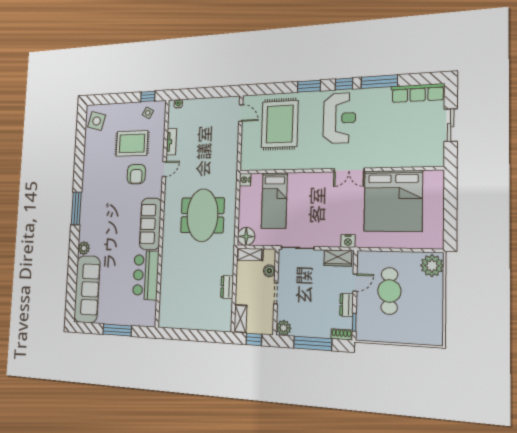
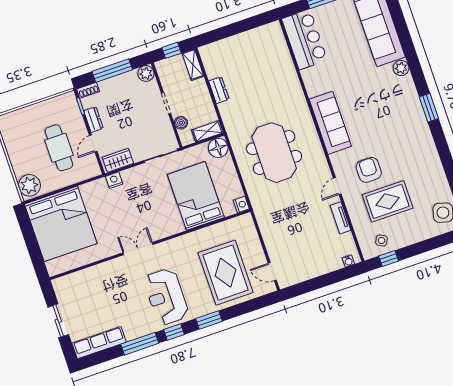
bed: (274, 201) -> (196, 196), width x1.50
bed: (393, 201) -> (61, 224), moved, turned 180
window: (76, 208) -> (429, 108), width x0.69
bar counter: (146, 275) -> (305, 40), moved

